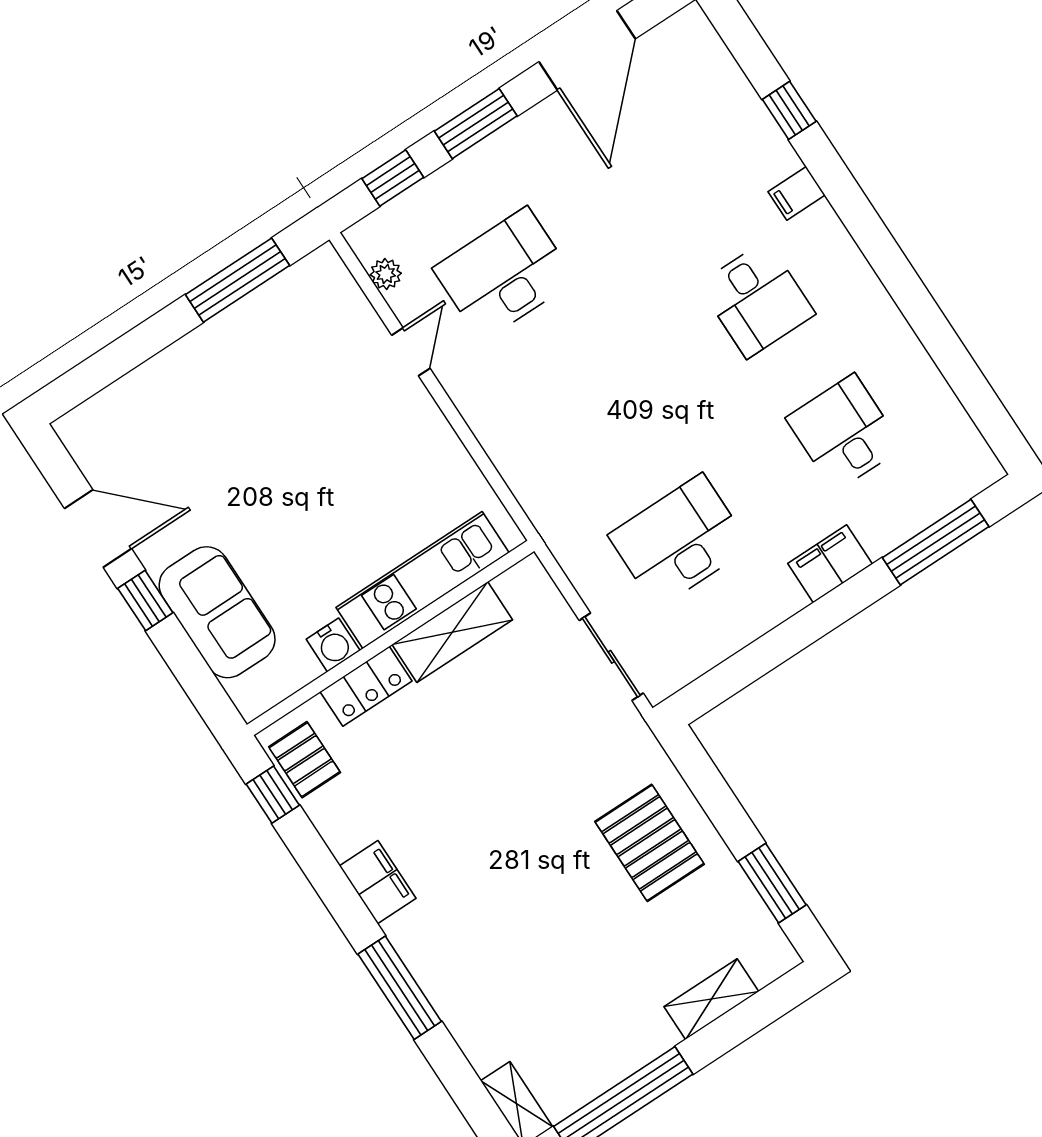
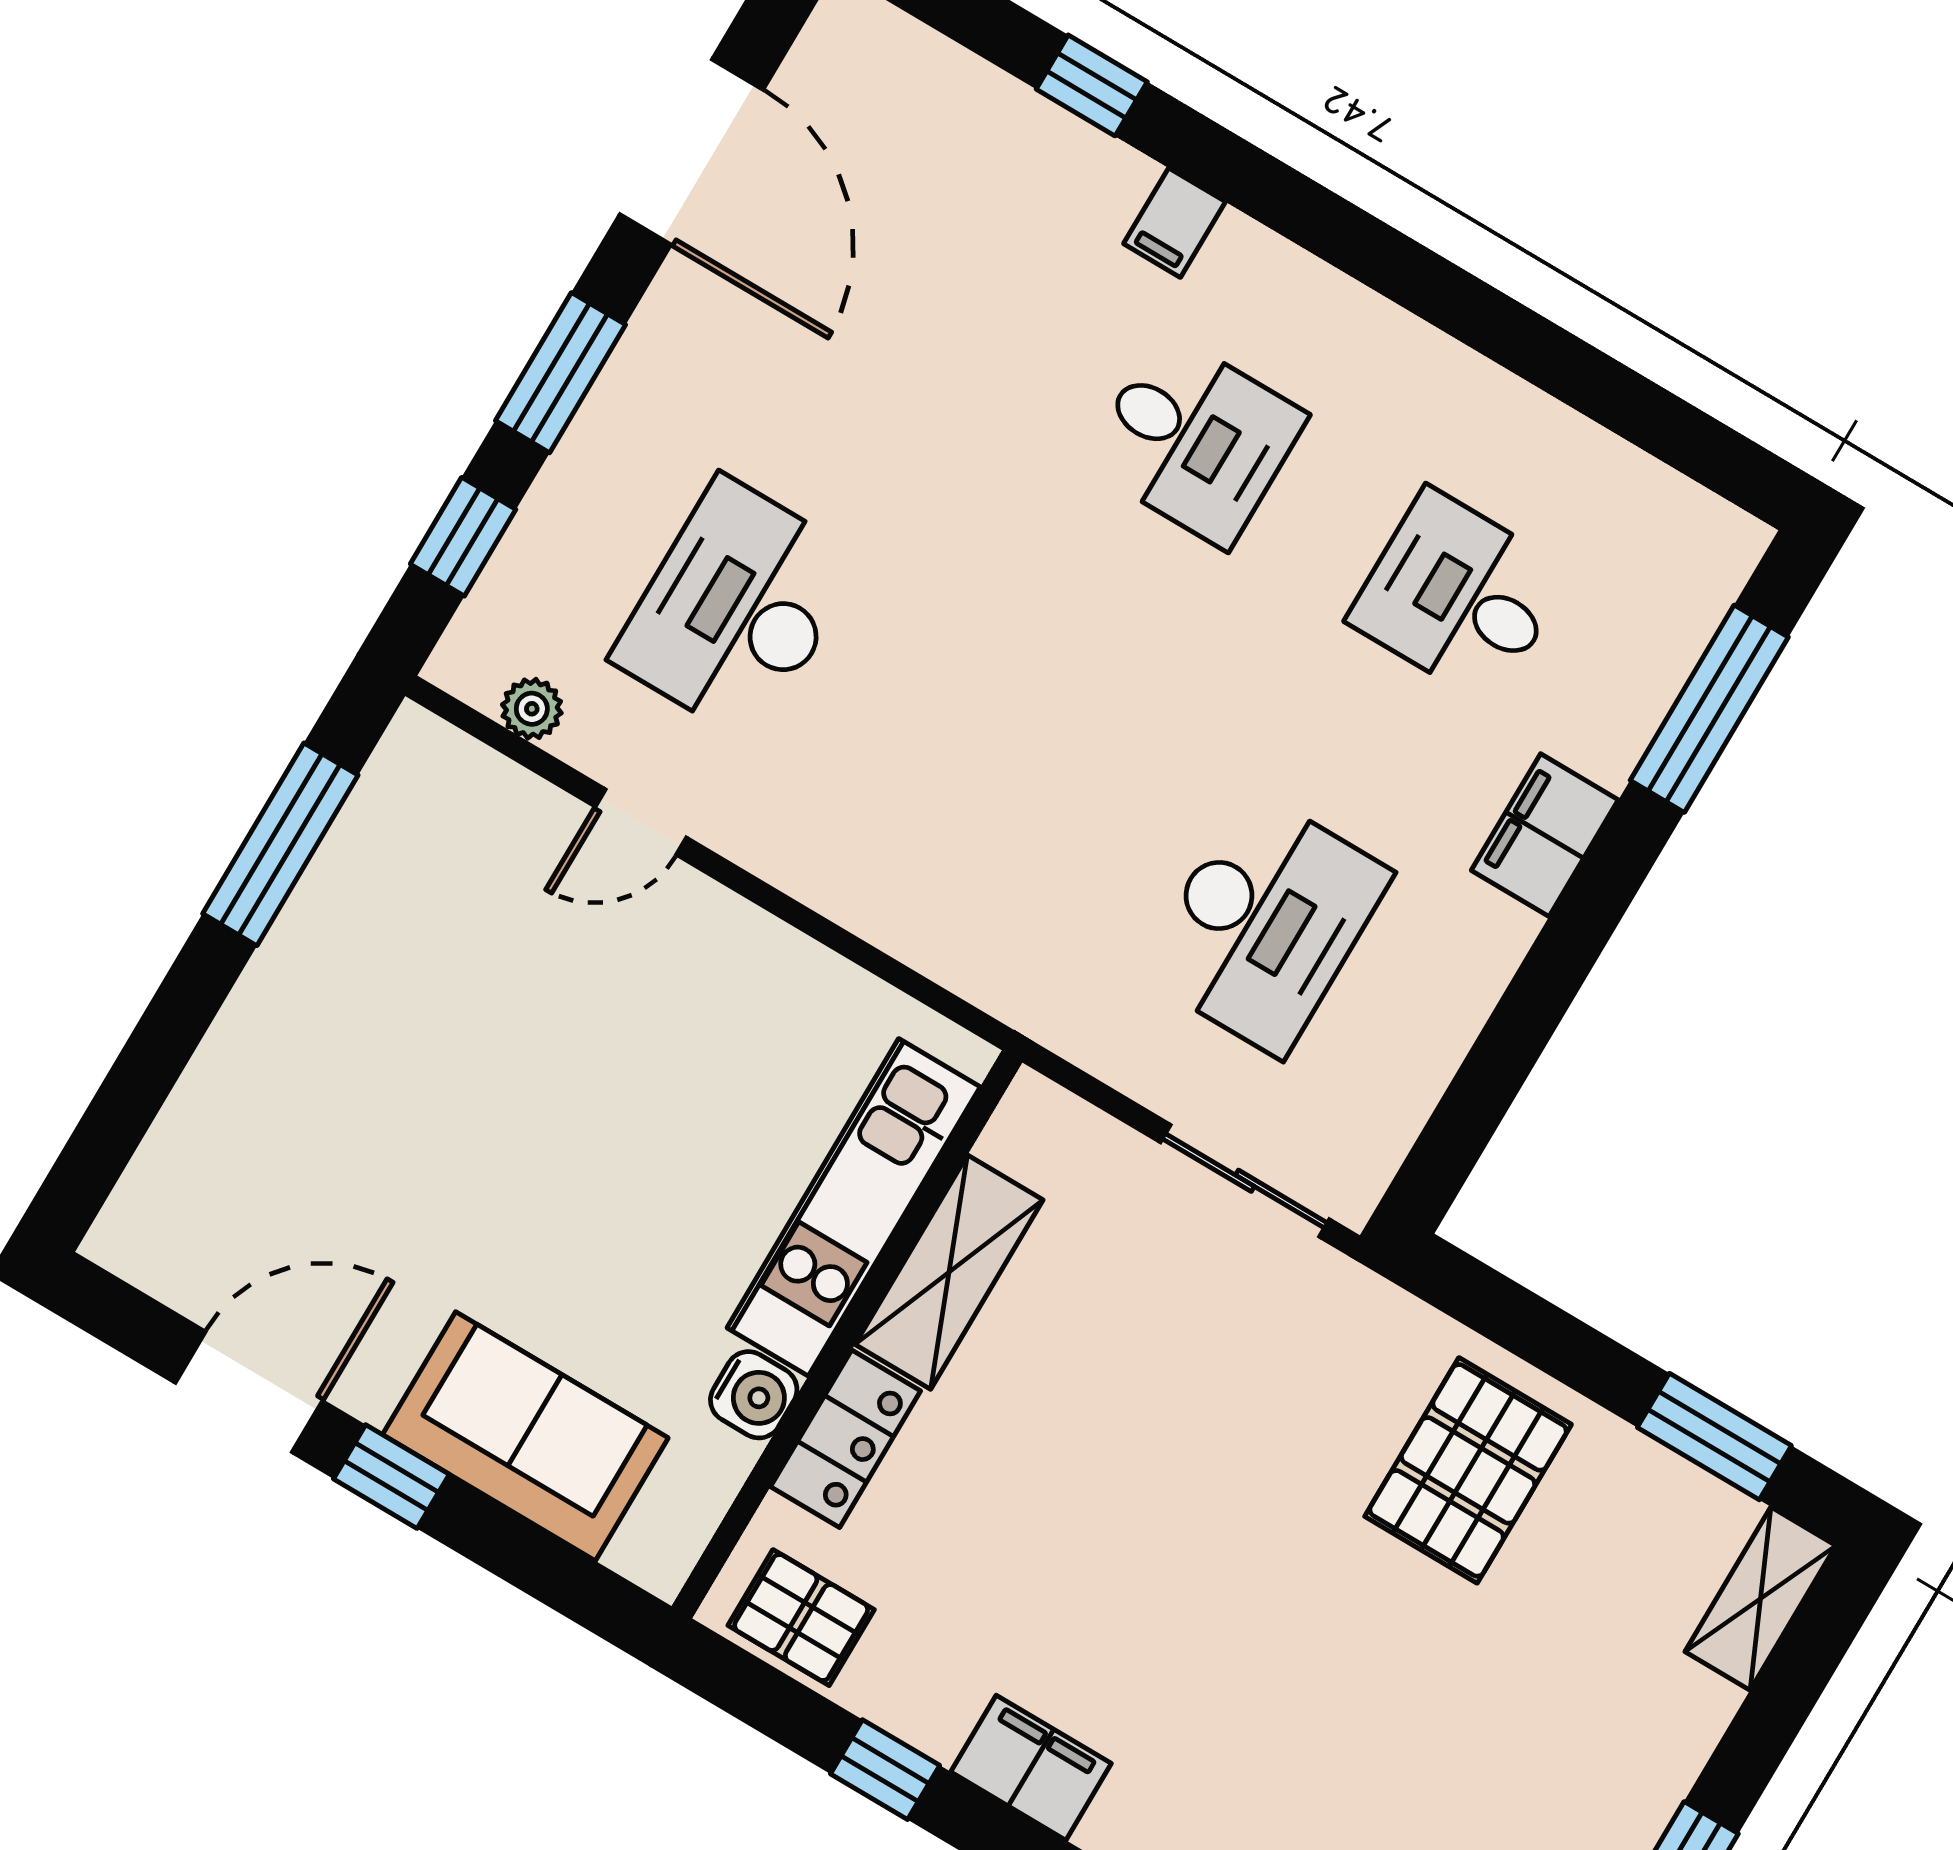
door: (411, 352) -> (641, 822), swing flipped
desk: (679, 541) -> (1265, 923), turned 180
window: (273, 795) -> (885, 1770), moved
pallet: (649, 843) -> (1468, 1470), turned 90
shelving: (711, 999) -> (1760, 1599), moved

